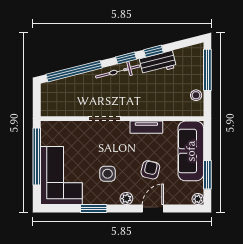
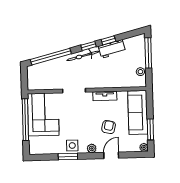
side table: (108, 174) -> (72, 145), moved
corner sofa: (61, 176) -> (43, 114), moved

